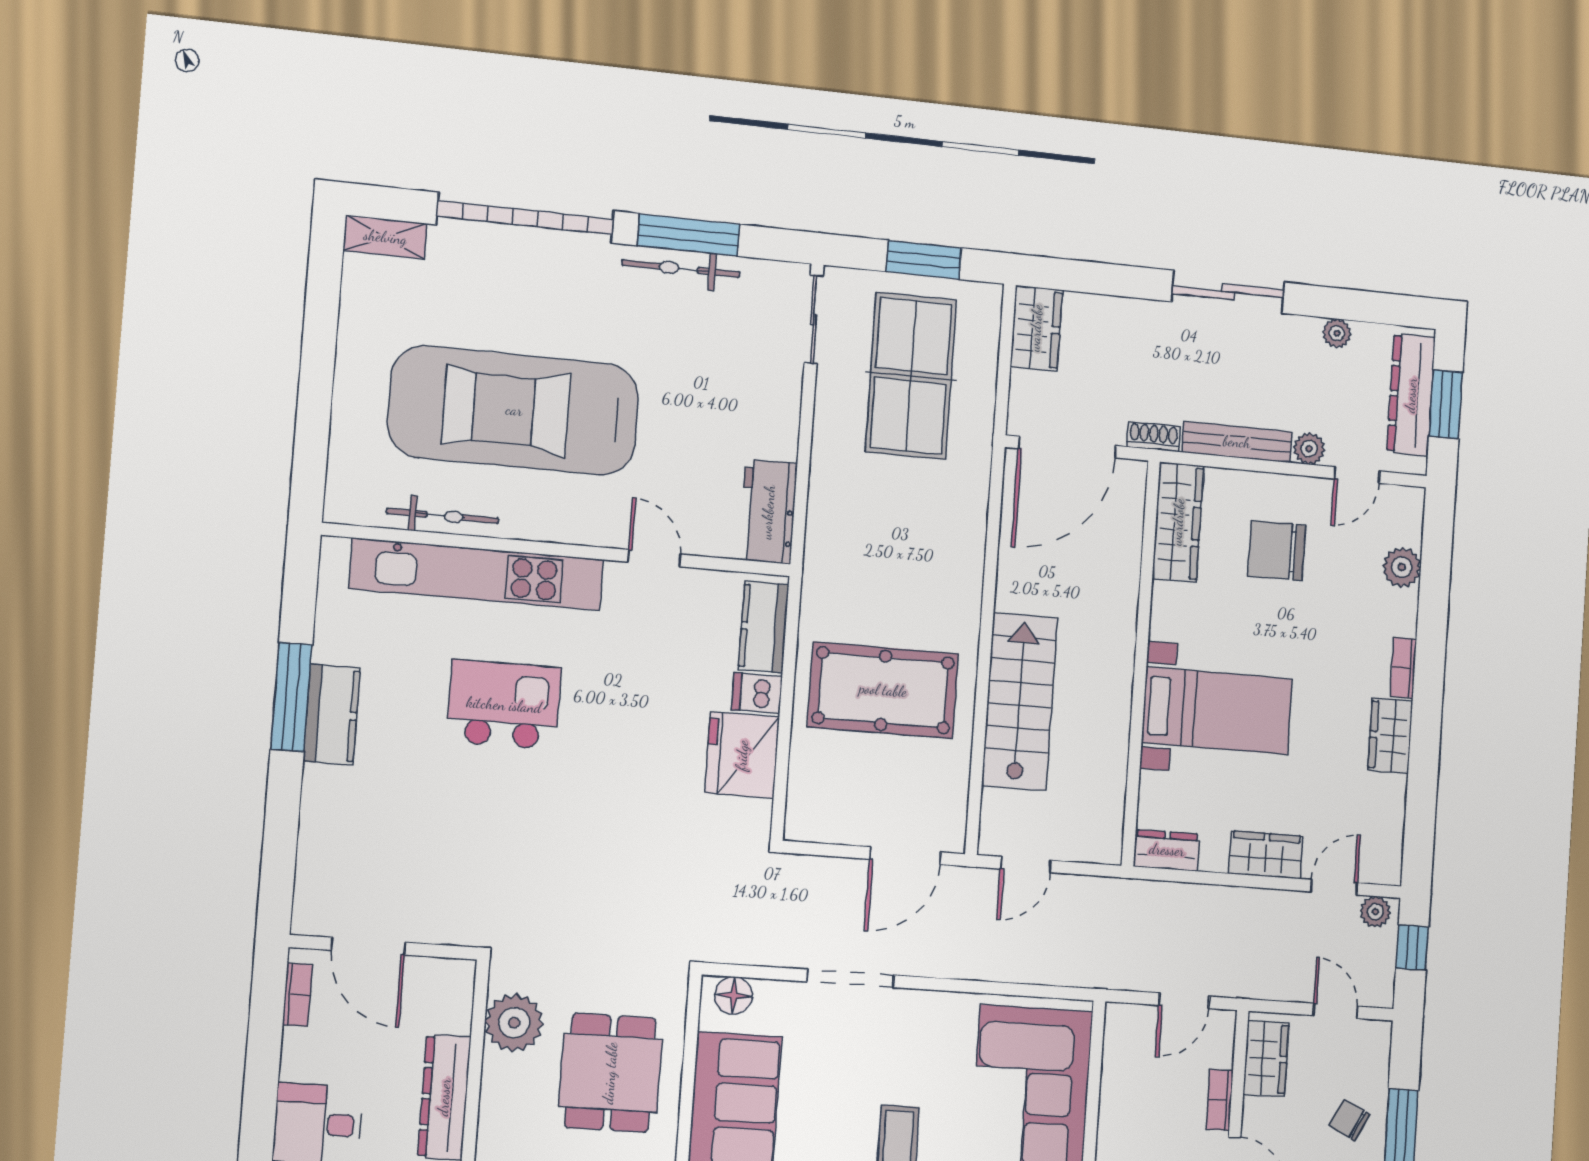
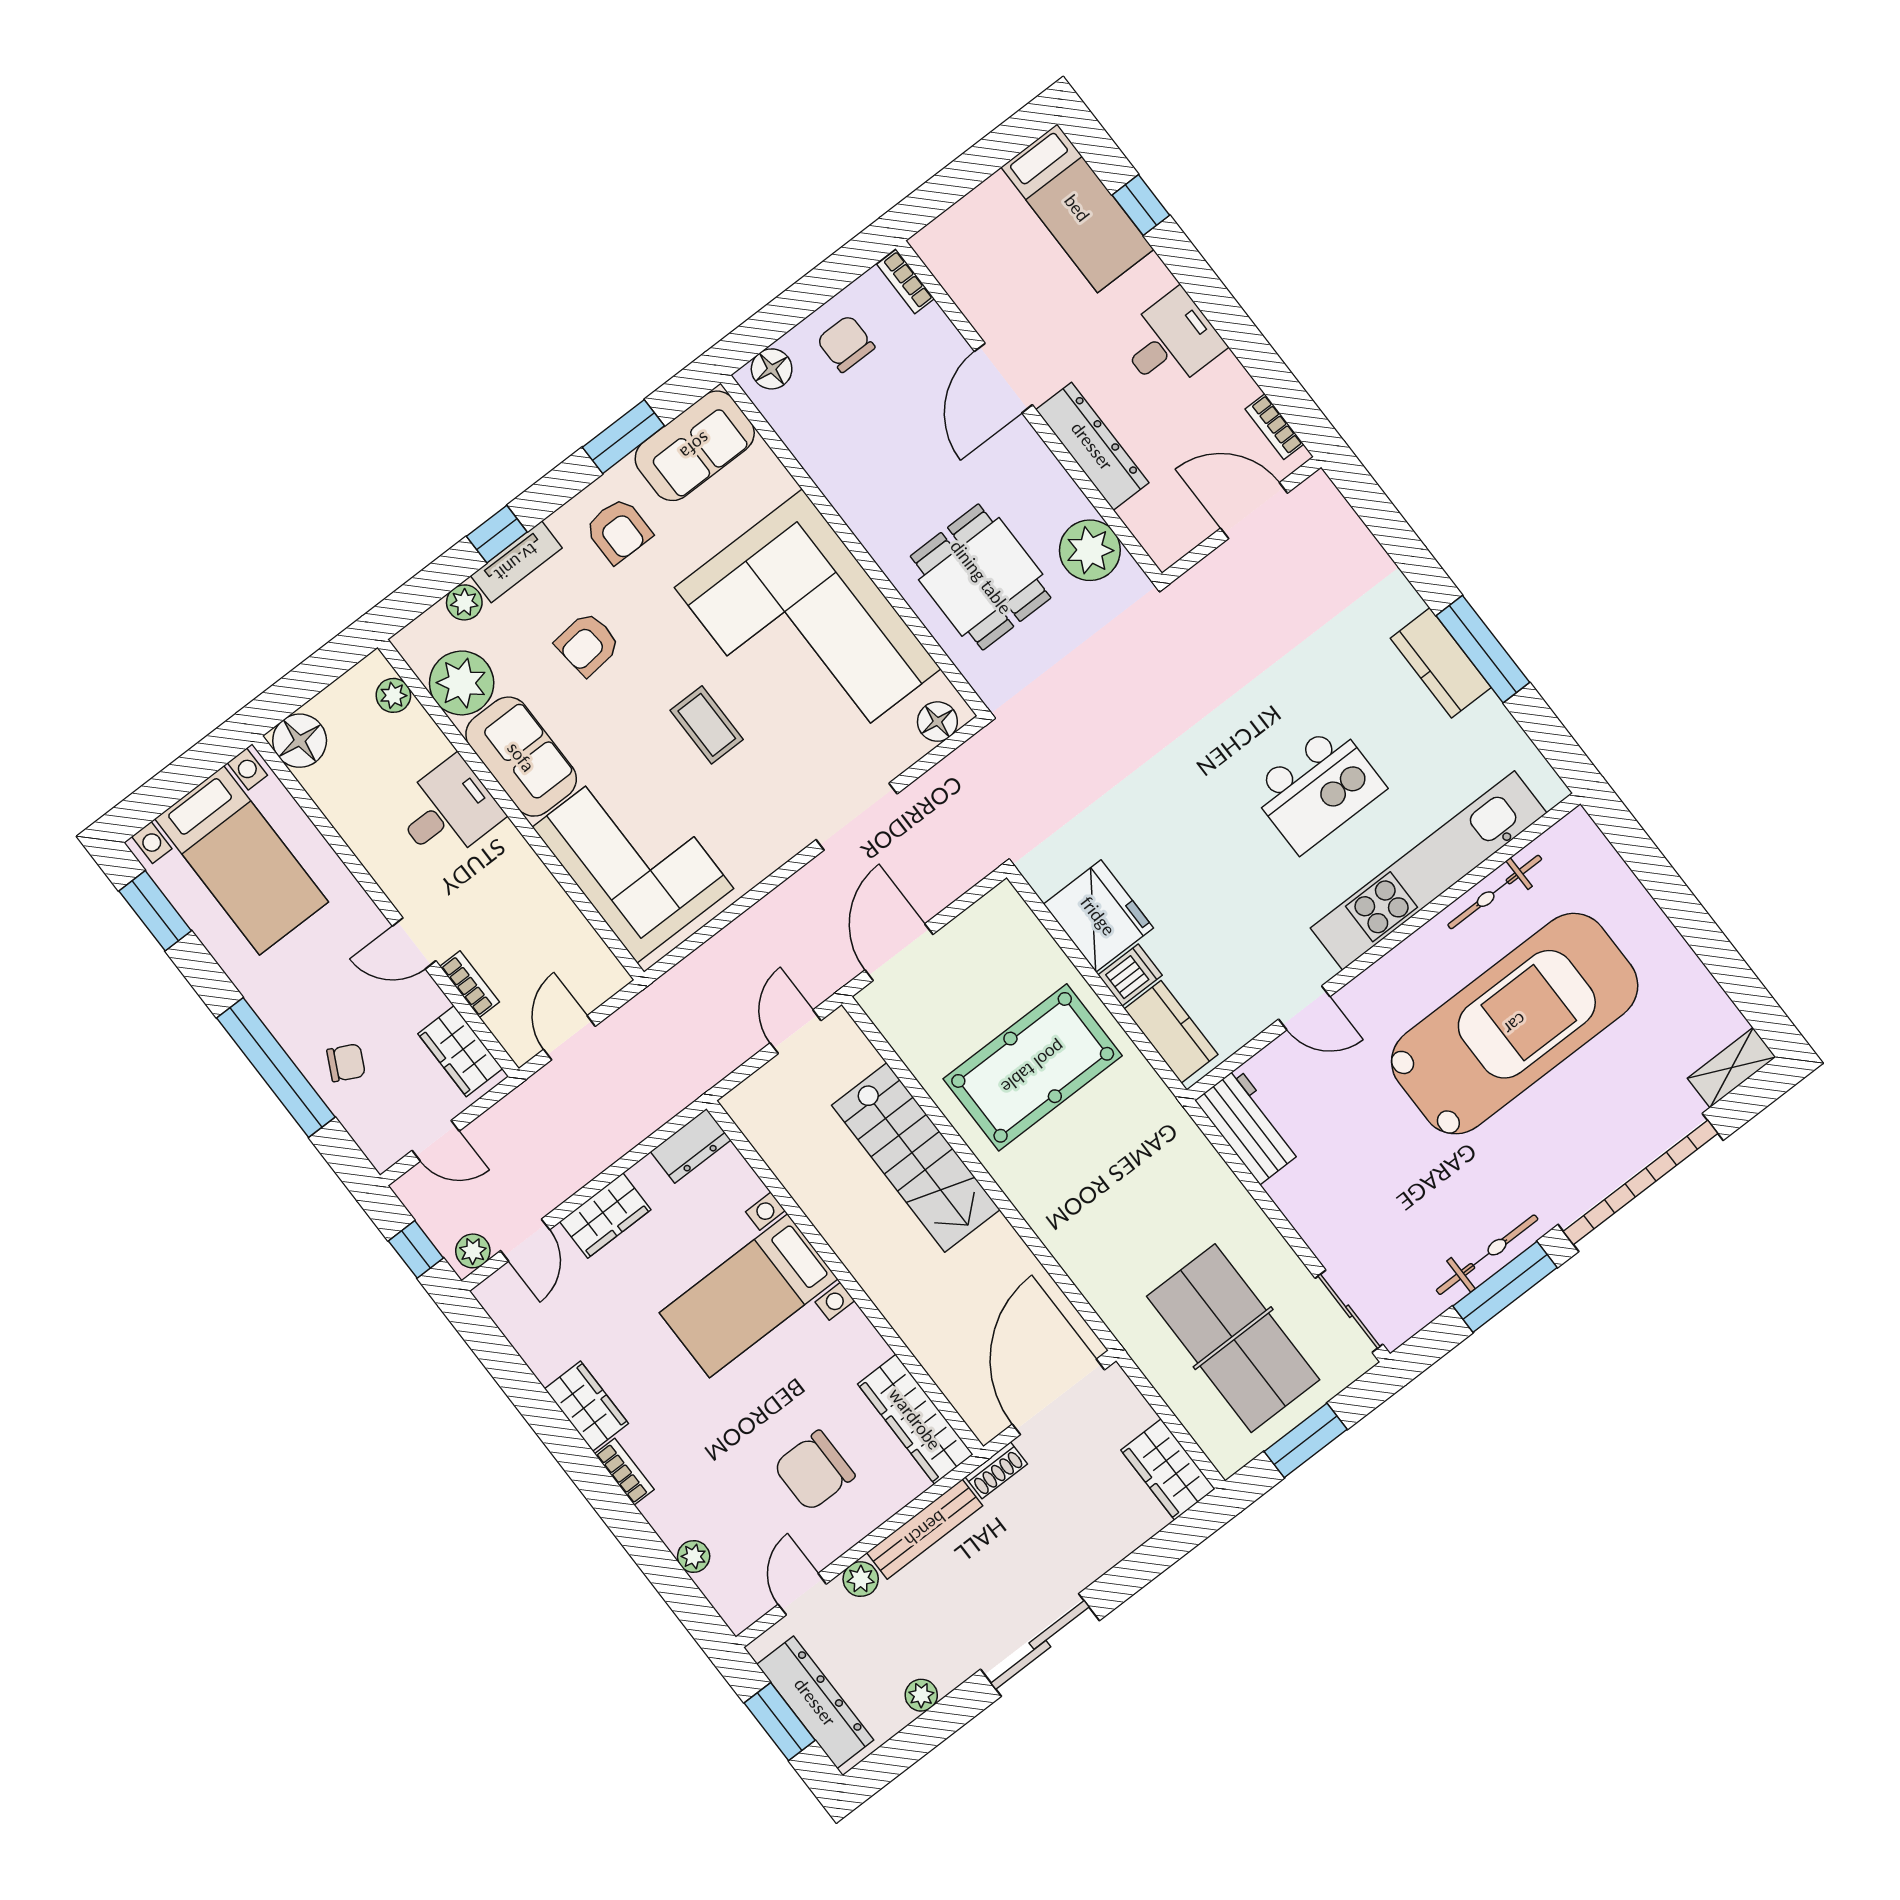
chair: (1277, 551) -> (814, 1471), turned 180
plant: (1402, 567) -> (694, 1556), width x0.73, depth x0.73

